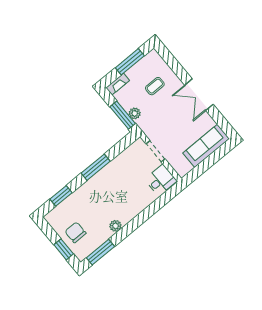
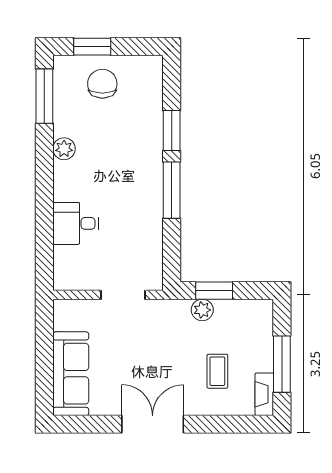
fireplace: (118, 84) -> (264, 394), moved
window: (123, 115) -> (214, 291), width x0.69
desk: (161, 180) -> (76, 223), moved, turned 90
window: (61, 196) -> (172, 130), moved
chair: (75, 232) -> (102, 84), turned -90

